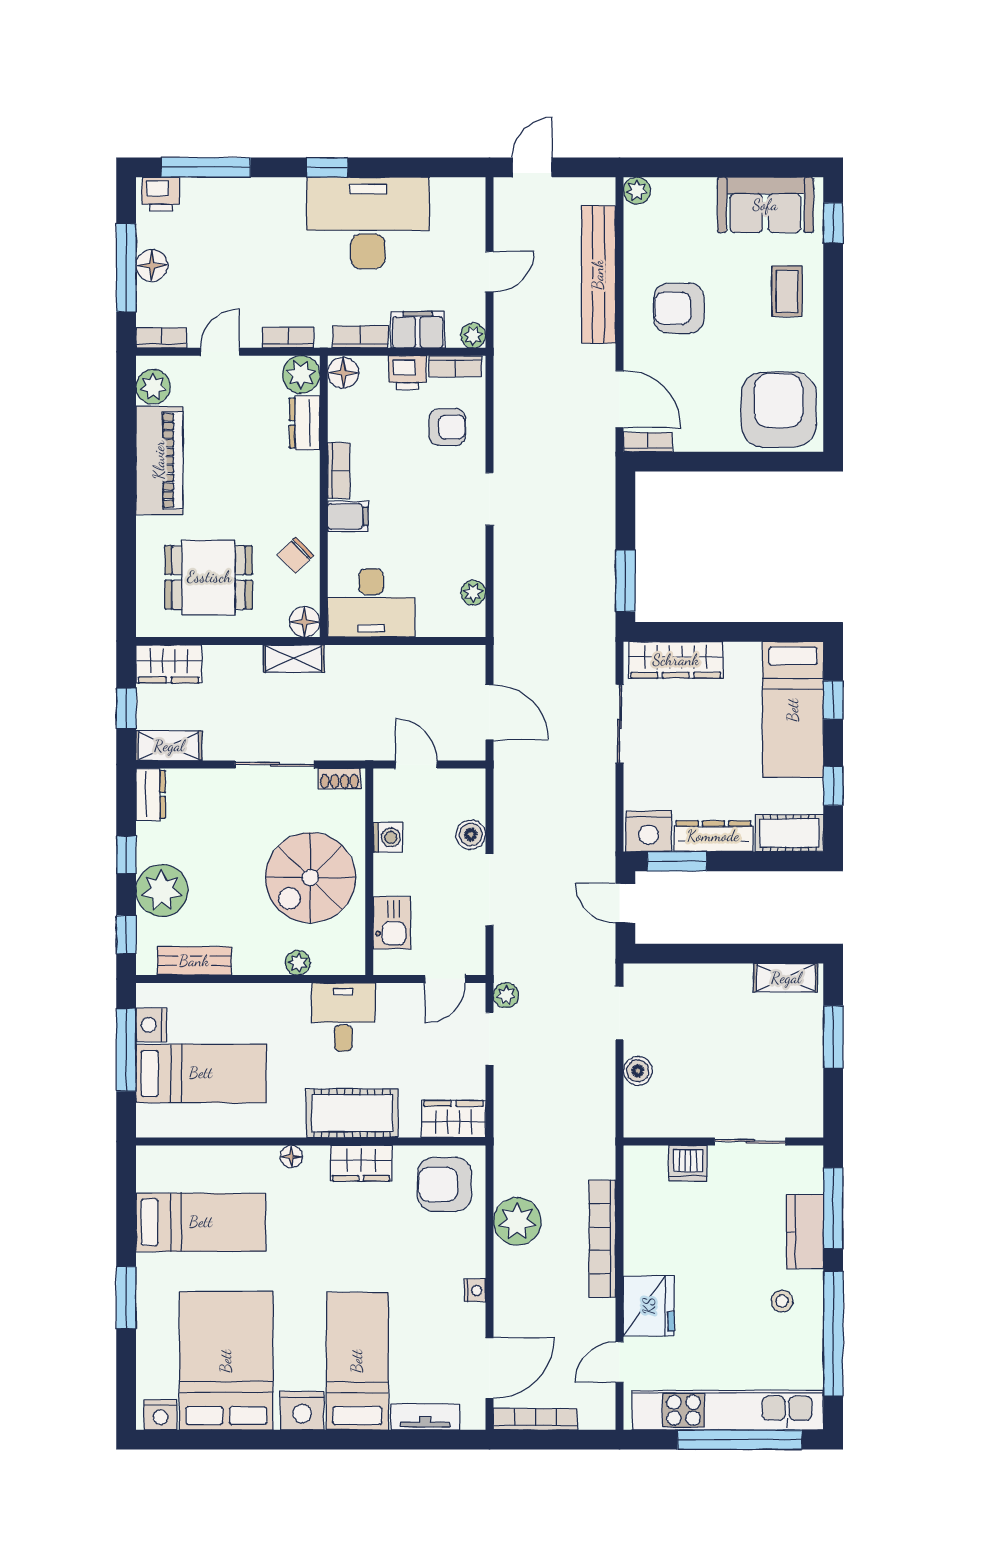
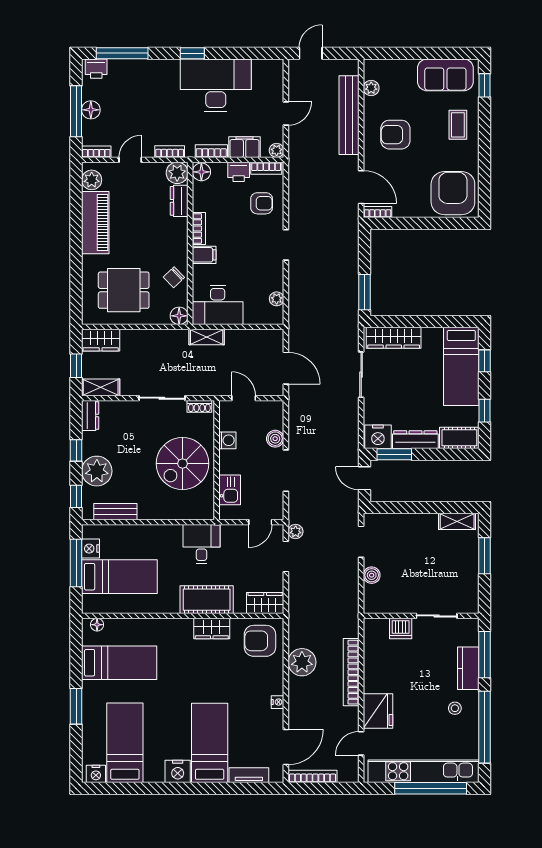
plant: (637, 191) -> (371, 88), moved
shelving: (294, 659) -> (207, 337), moved
plant: (298, 963) -> (175, 513), removed
floor lamp: (291, 1156) -> (97, 625), moved
bed: (226, 1361) -> (125, 743), width x0.67

